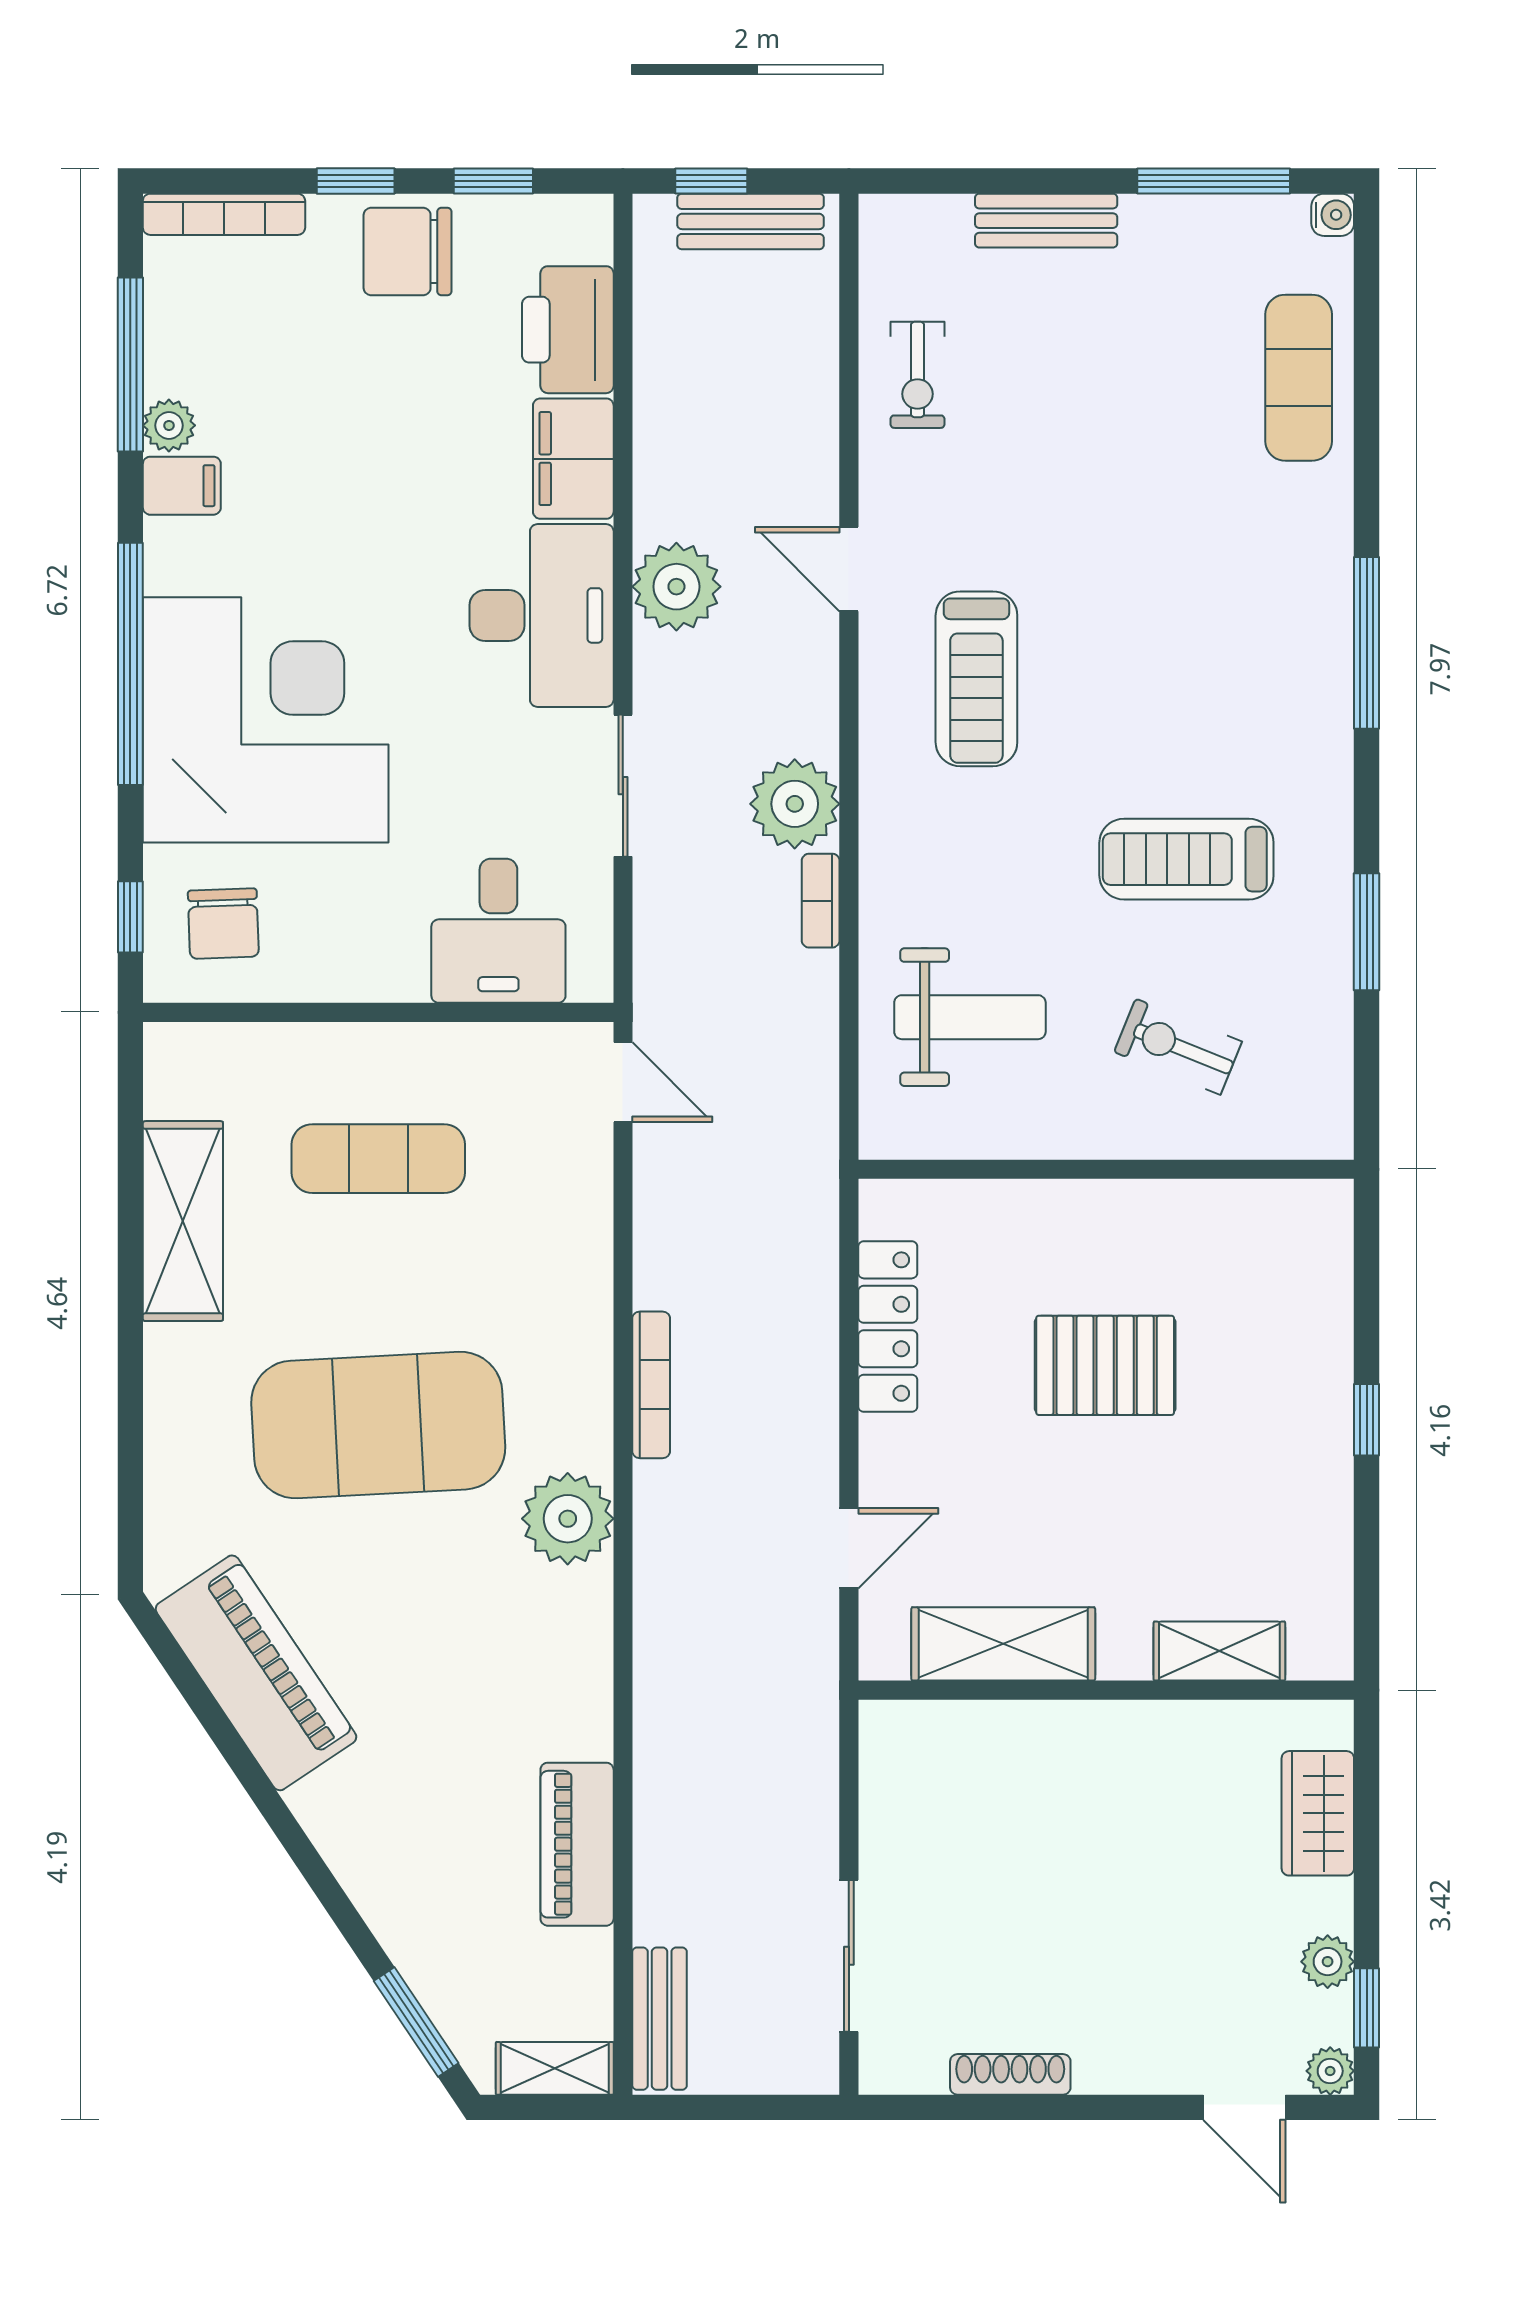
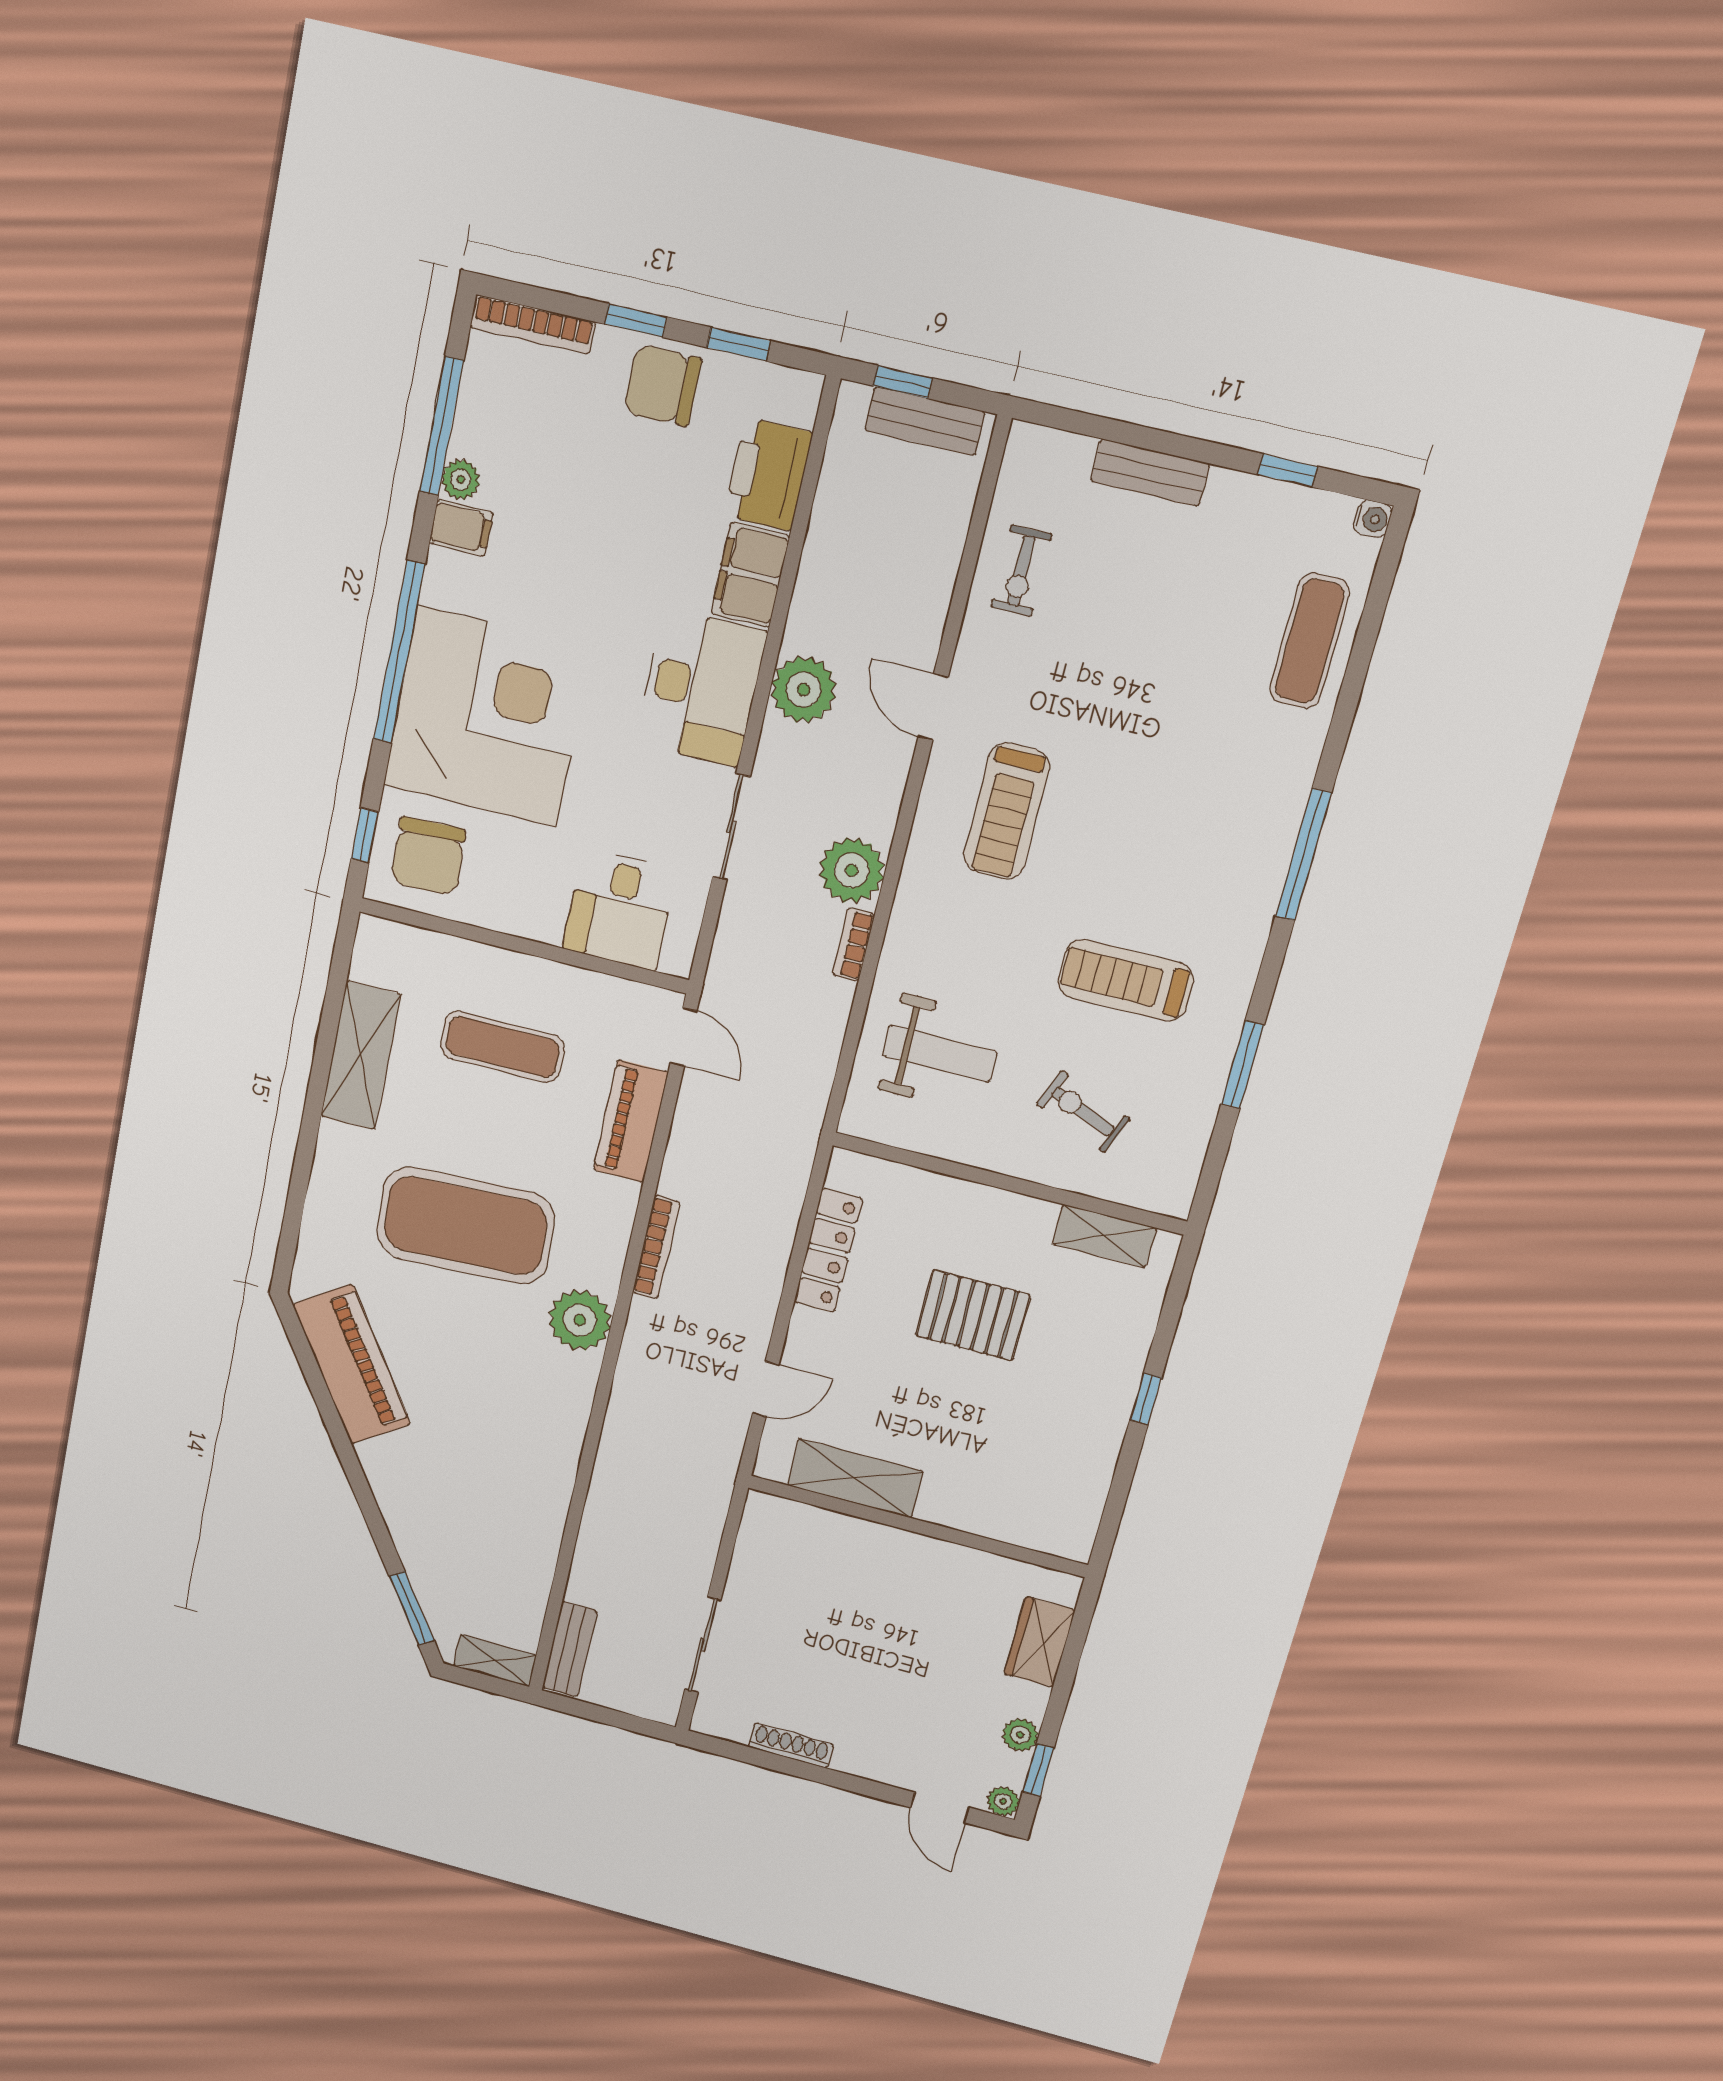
window: (1214, 181) -> (1288, 470), width x0.46
chair: (223, 924) -> (428, 856), width x1.37, depth x1.37
shelving: (1219, 1651) -> (1104, 1236), moved
piano: (577, 1844) -> (631, 1121), moved

